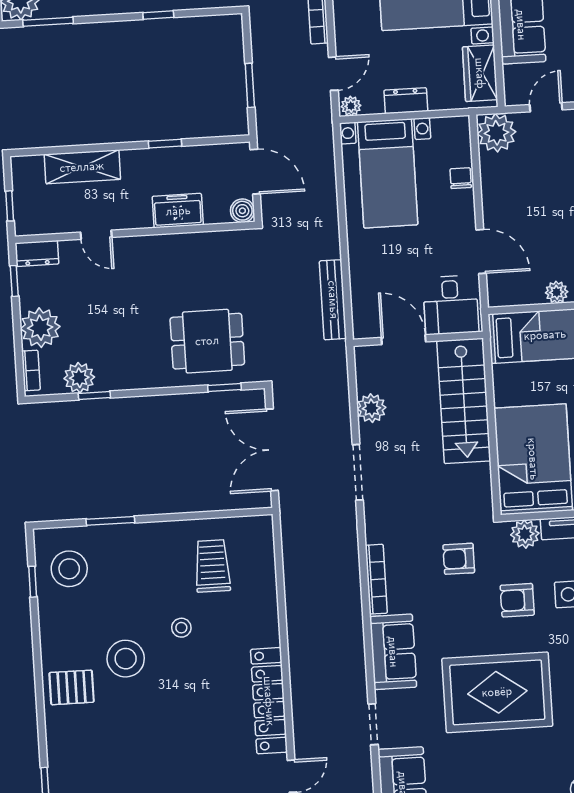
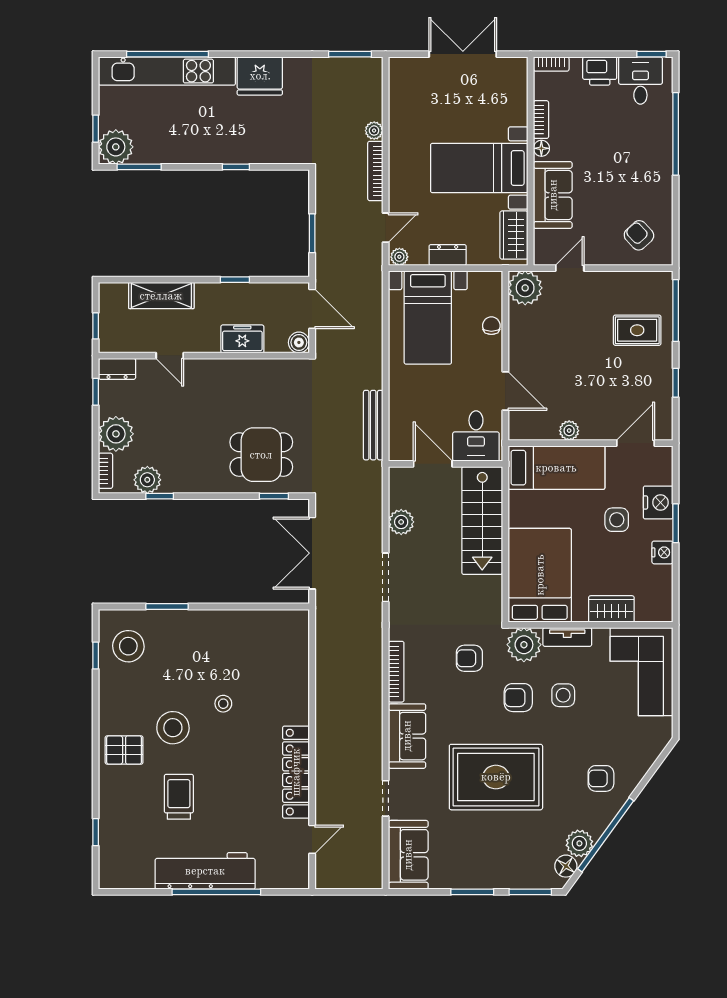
plant: (525, 534) -> (524, 645), width x1.36, depth x1.36
trolley: (212, 566) -> (179, 797), moved

